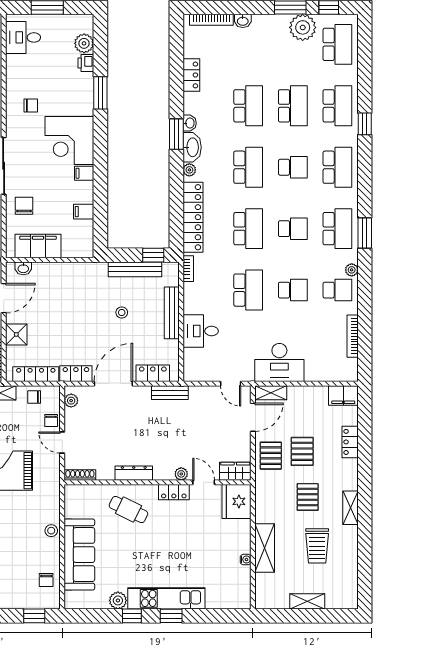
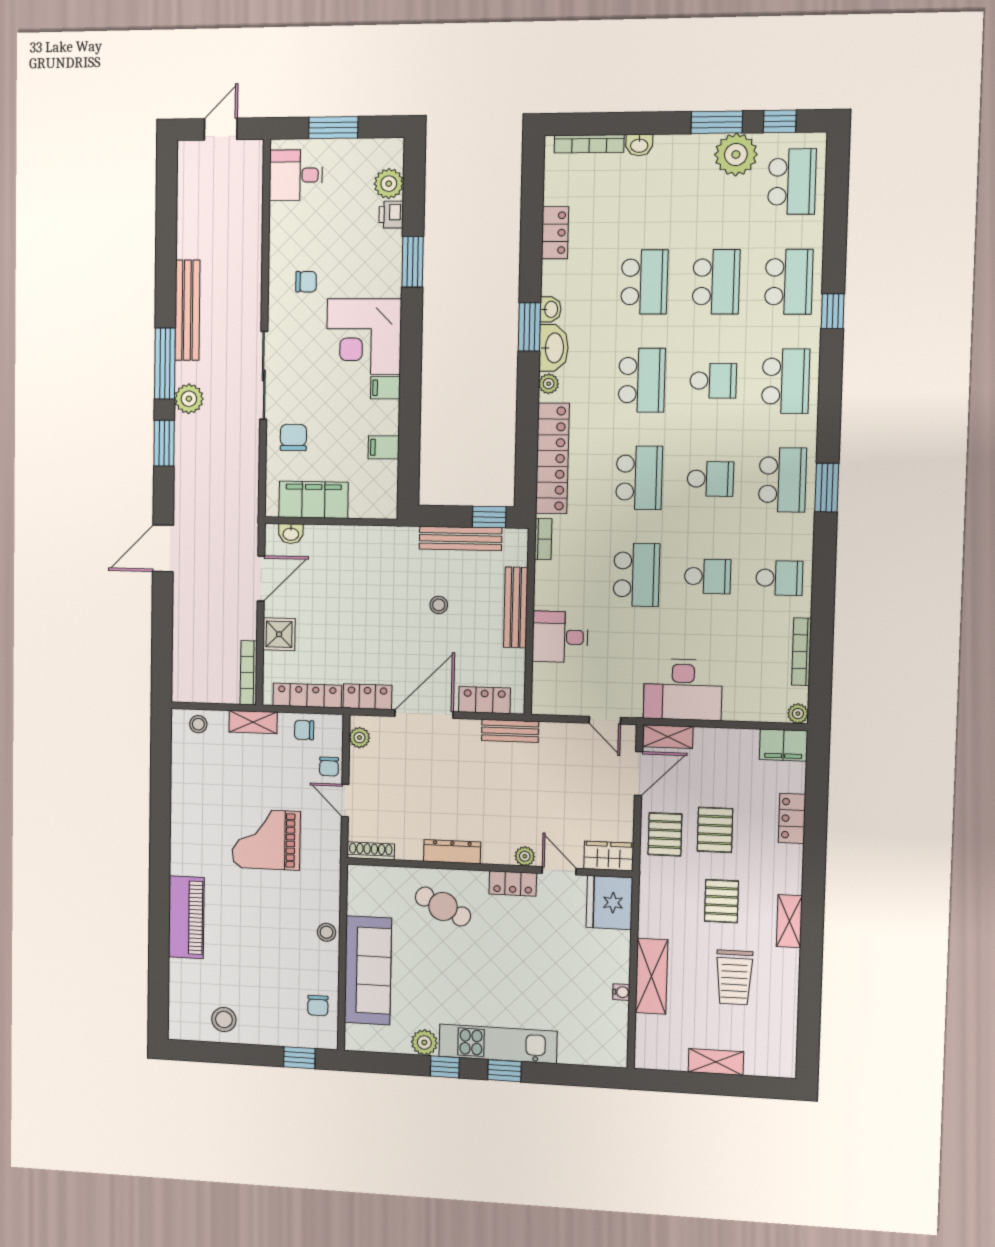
plant: (352, 270) -> (798, 714), moved

